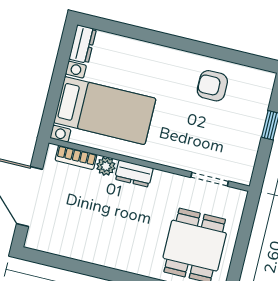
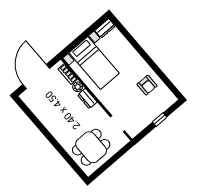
armchair: (212, 86) -> (147, 85), turned 180

